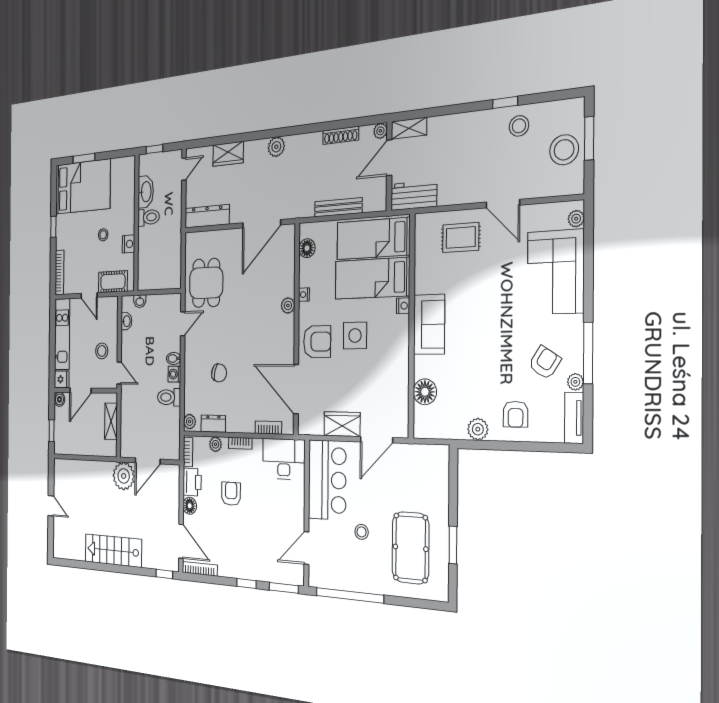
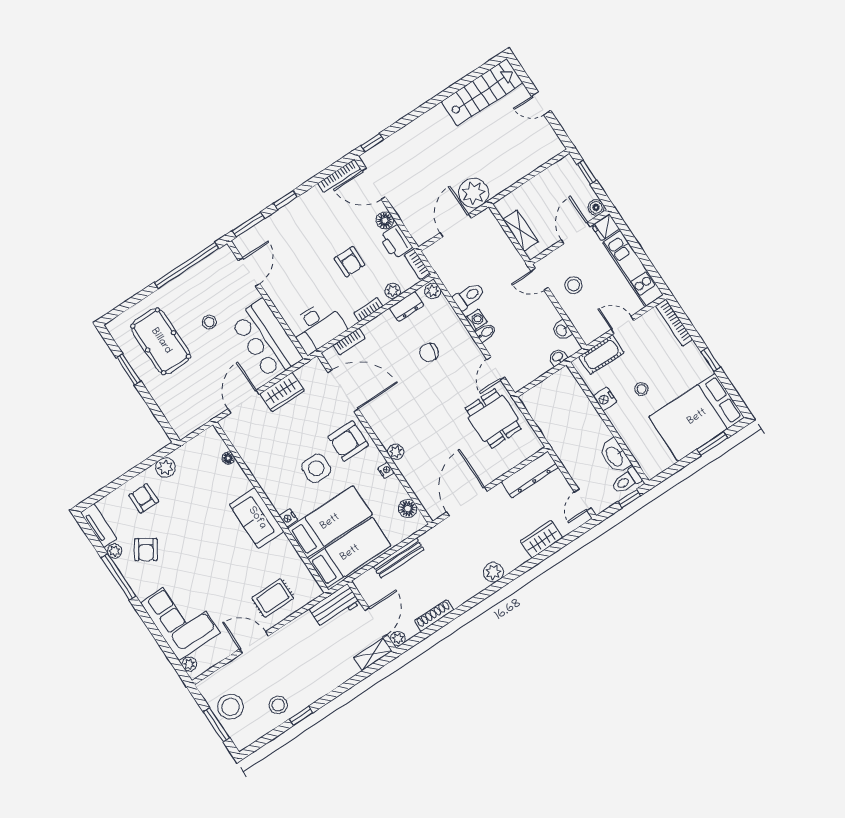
toilet: (149, 217) -> (626, 481), moved
floor lamp: (425, 392) -> (228, 458), width x0.53, depth x0.53
stairs: (113, 551) -> (482, 92), moved

